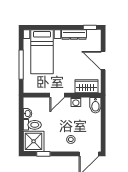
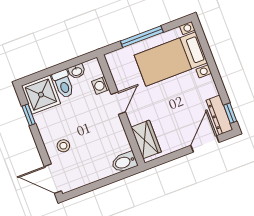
dresser: (74, 35) -> (219, 115), moved
door: (103, 61) -> (205, 144), moved
door: (57, 95) -> (118, 103), swing flipped
washing machine: (76, 102) -> (100, 85), moved

